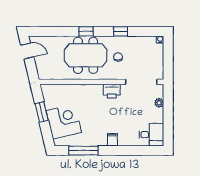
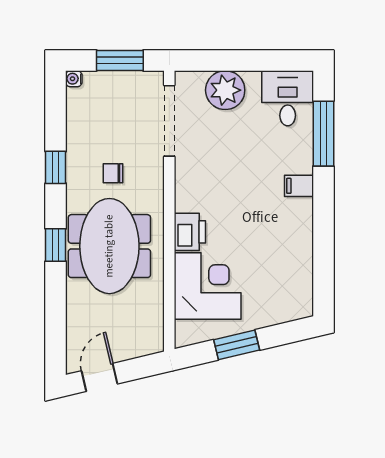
window: (168, 60) -> (120, 61), added
printer: (112, 91) -> (190, 232), moved
plant: (159, 103) -> (225, 90), width x1.88, depth x1.88
corner desk: (64, 122) -> (208, 286), moved, turned 103
window: (83, 151) -> (323, 134), moved

